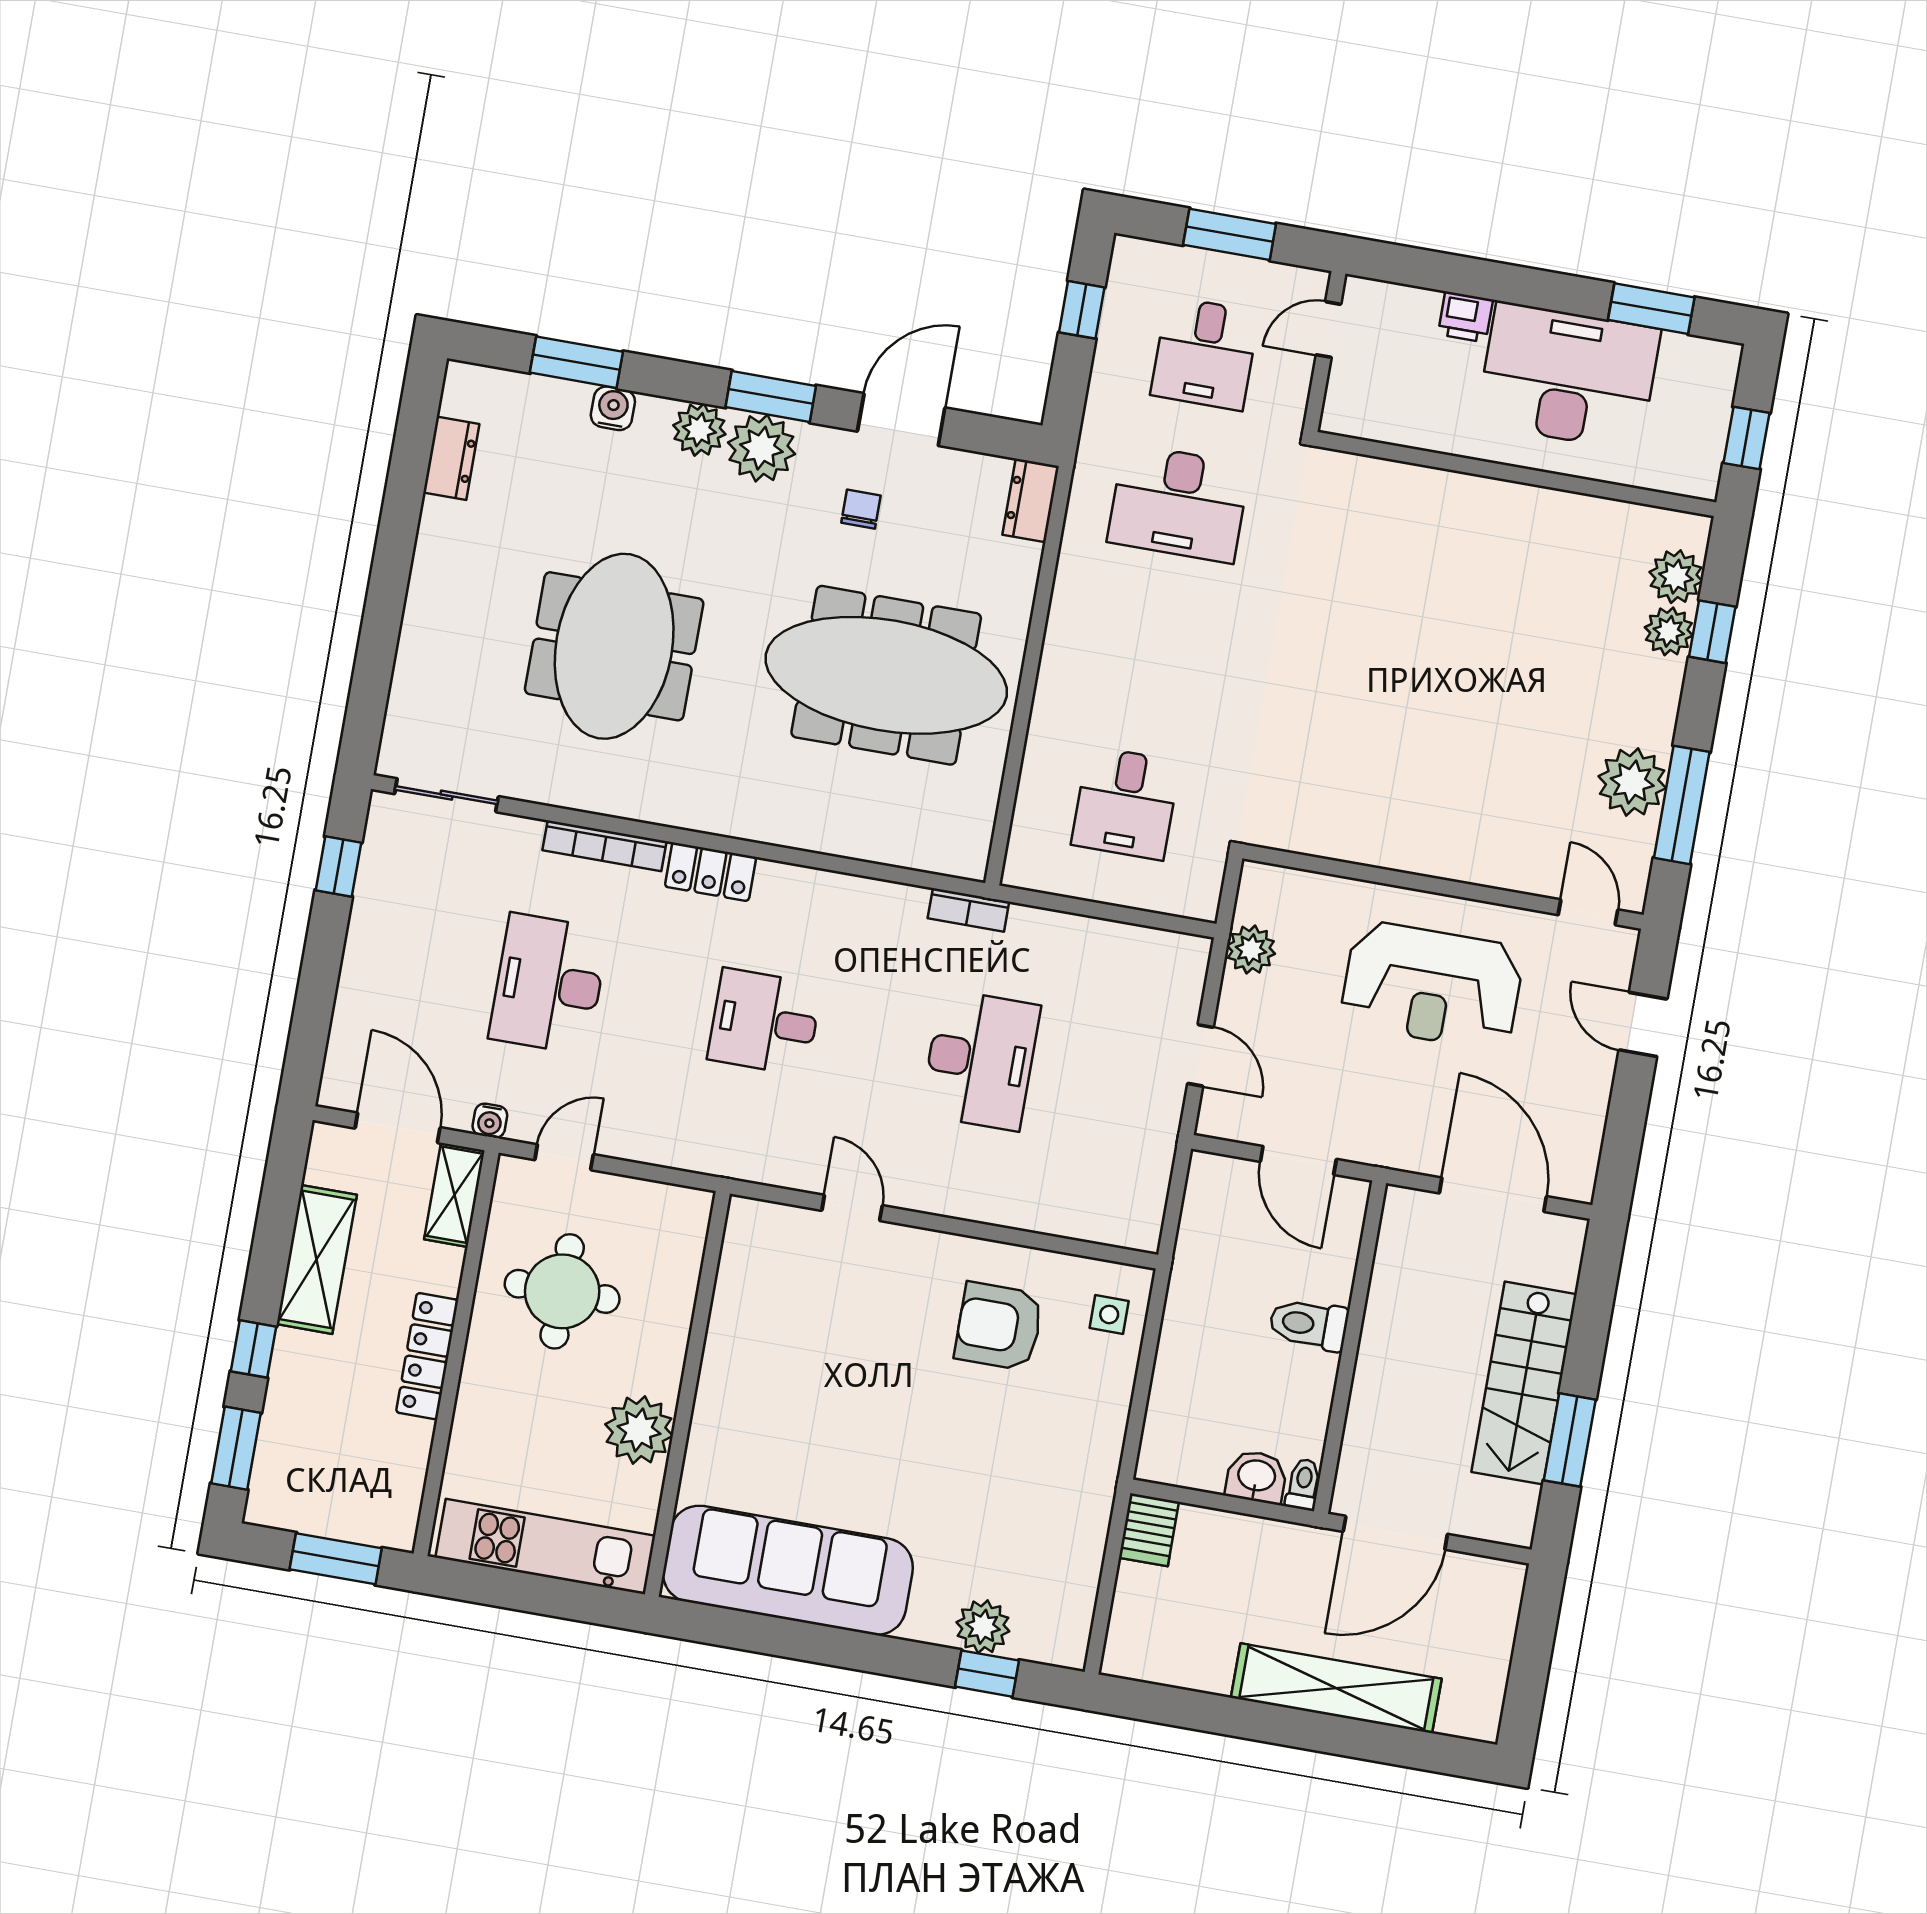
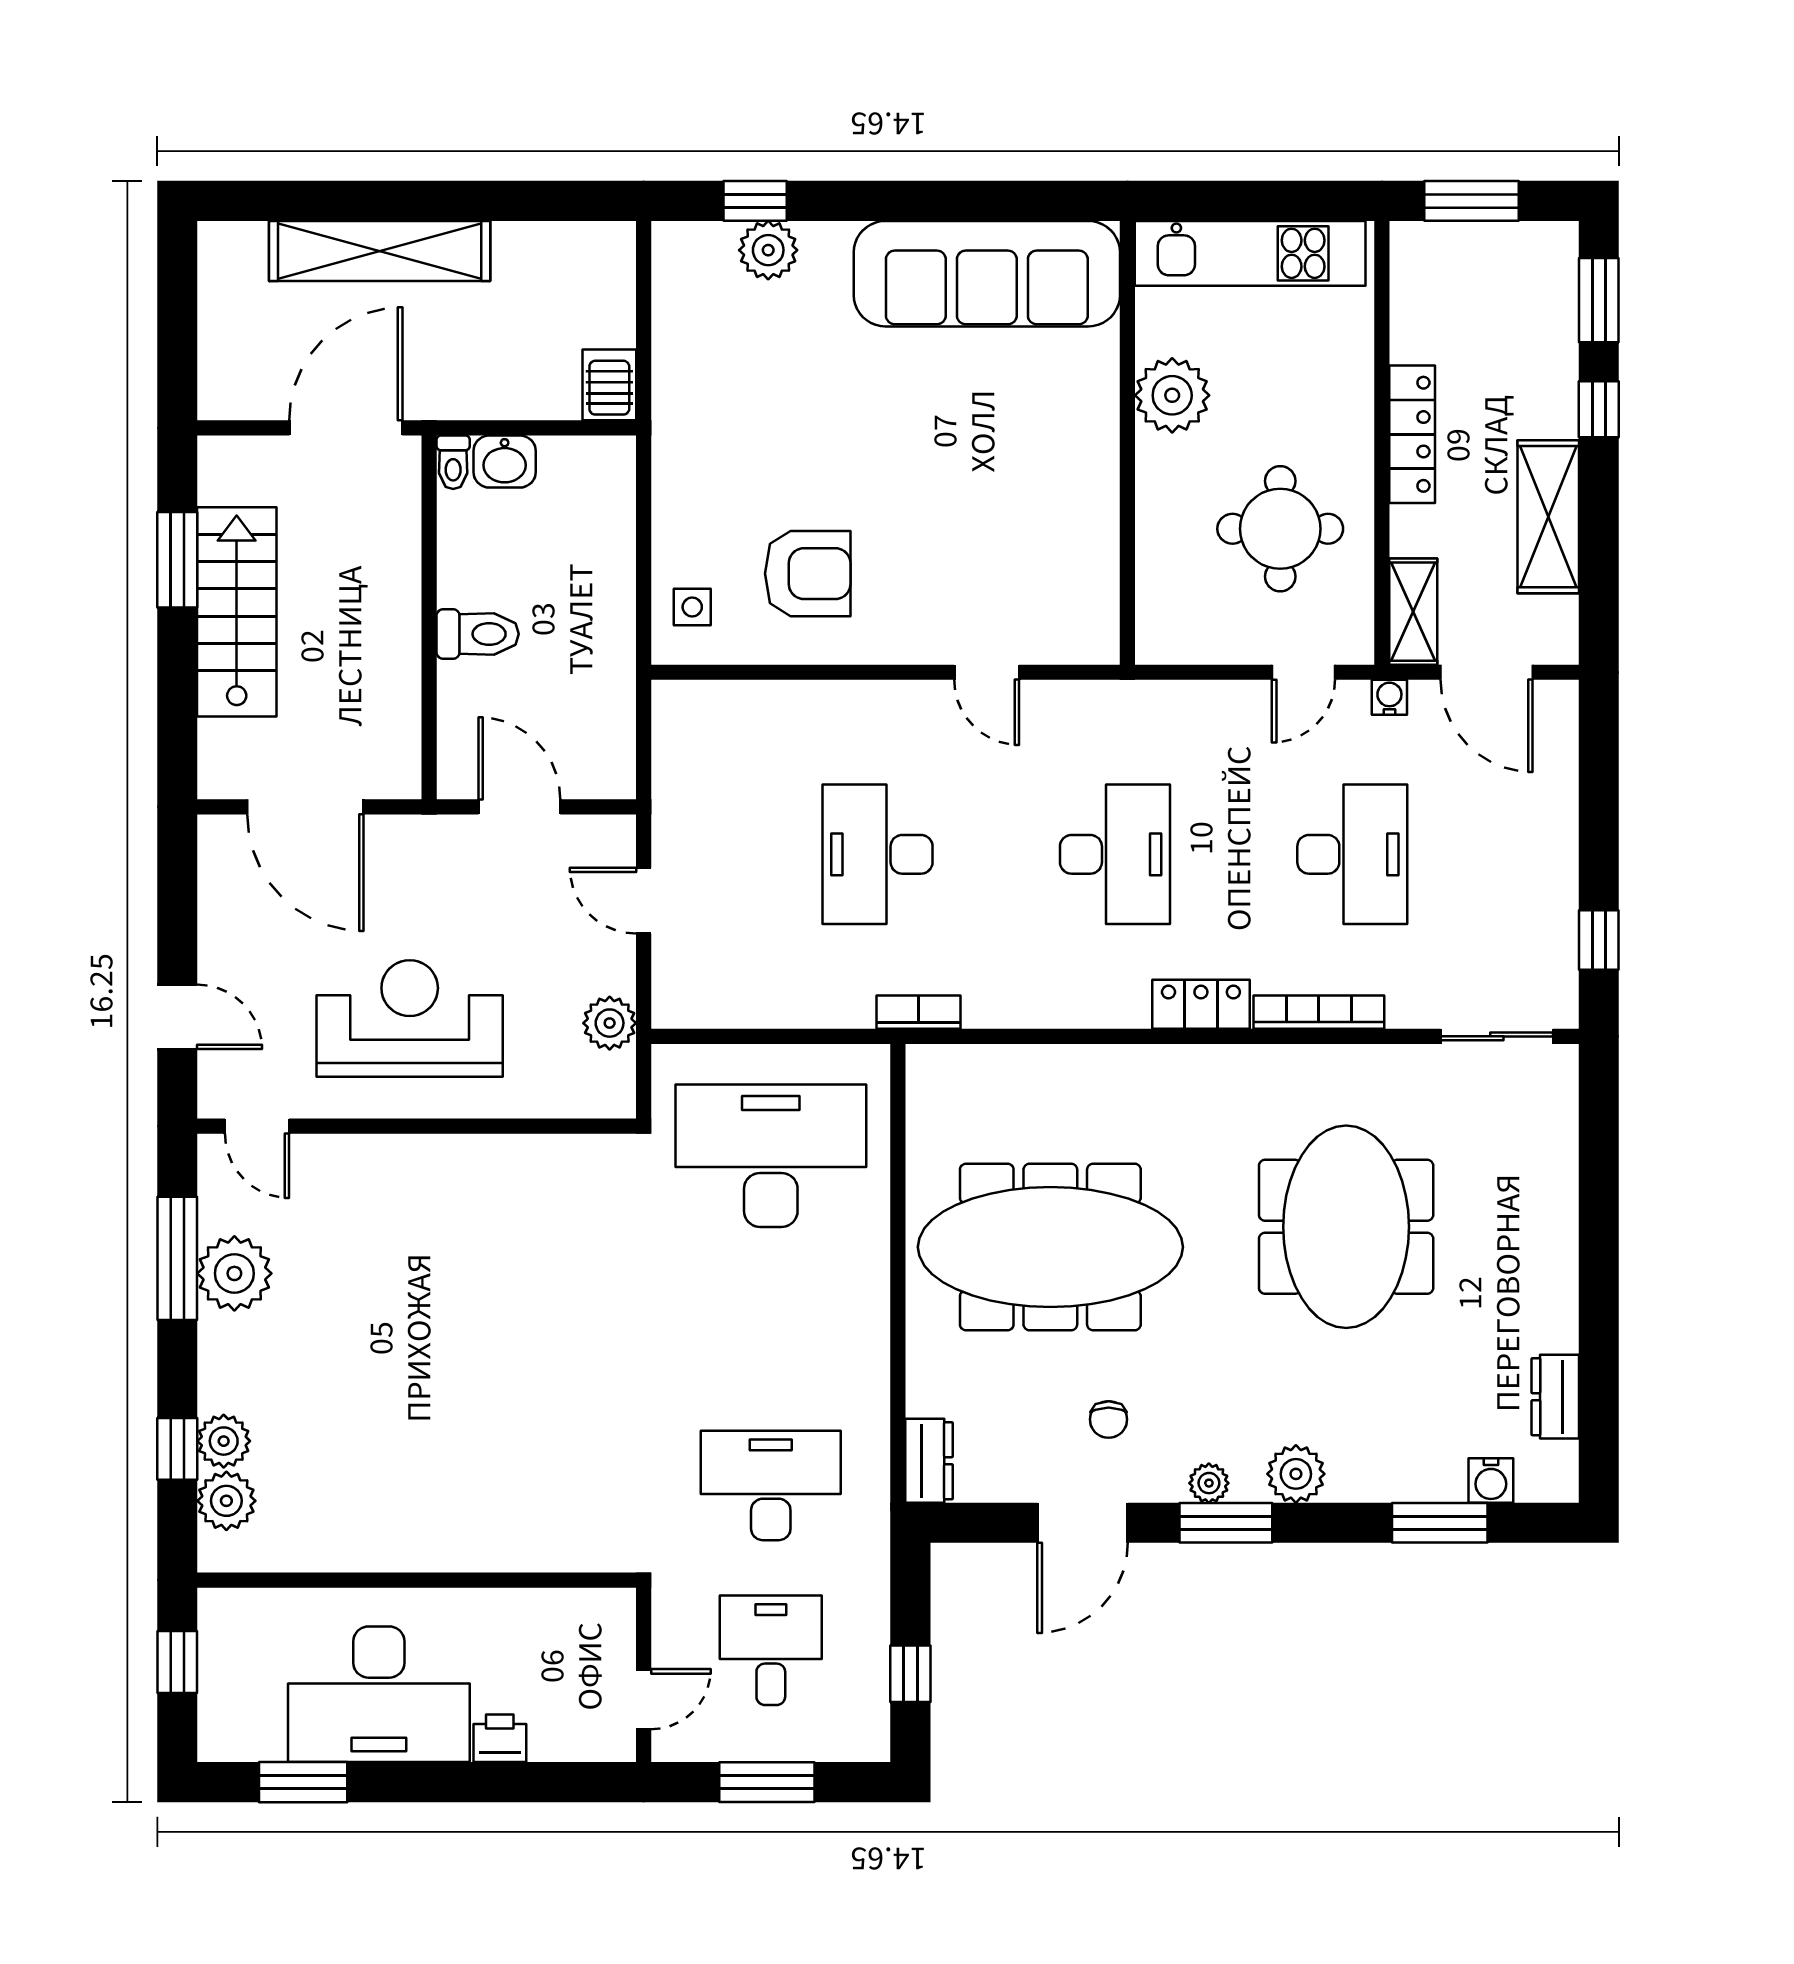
water cooler: (613, 408) -> (1491, 1480), moved
plant: (761, 448) -> (1209, 1483), width x0.53, depth x0.53
desk: (1126, 803) -> (771, 1156), width x1.87, depth x1.30
desk: (765, 1022) -> (1115, 854), width x1.37

